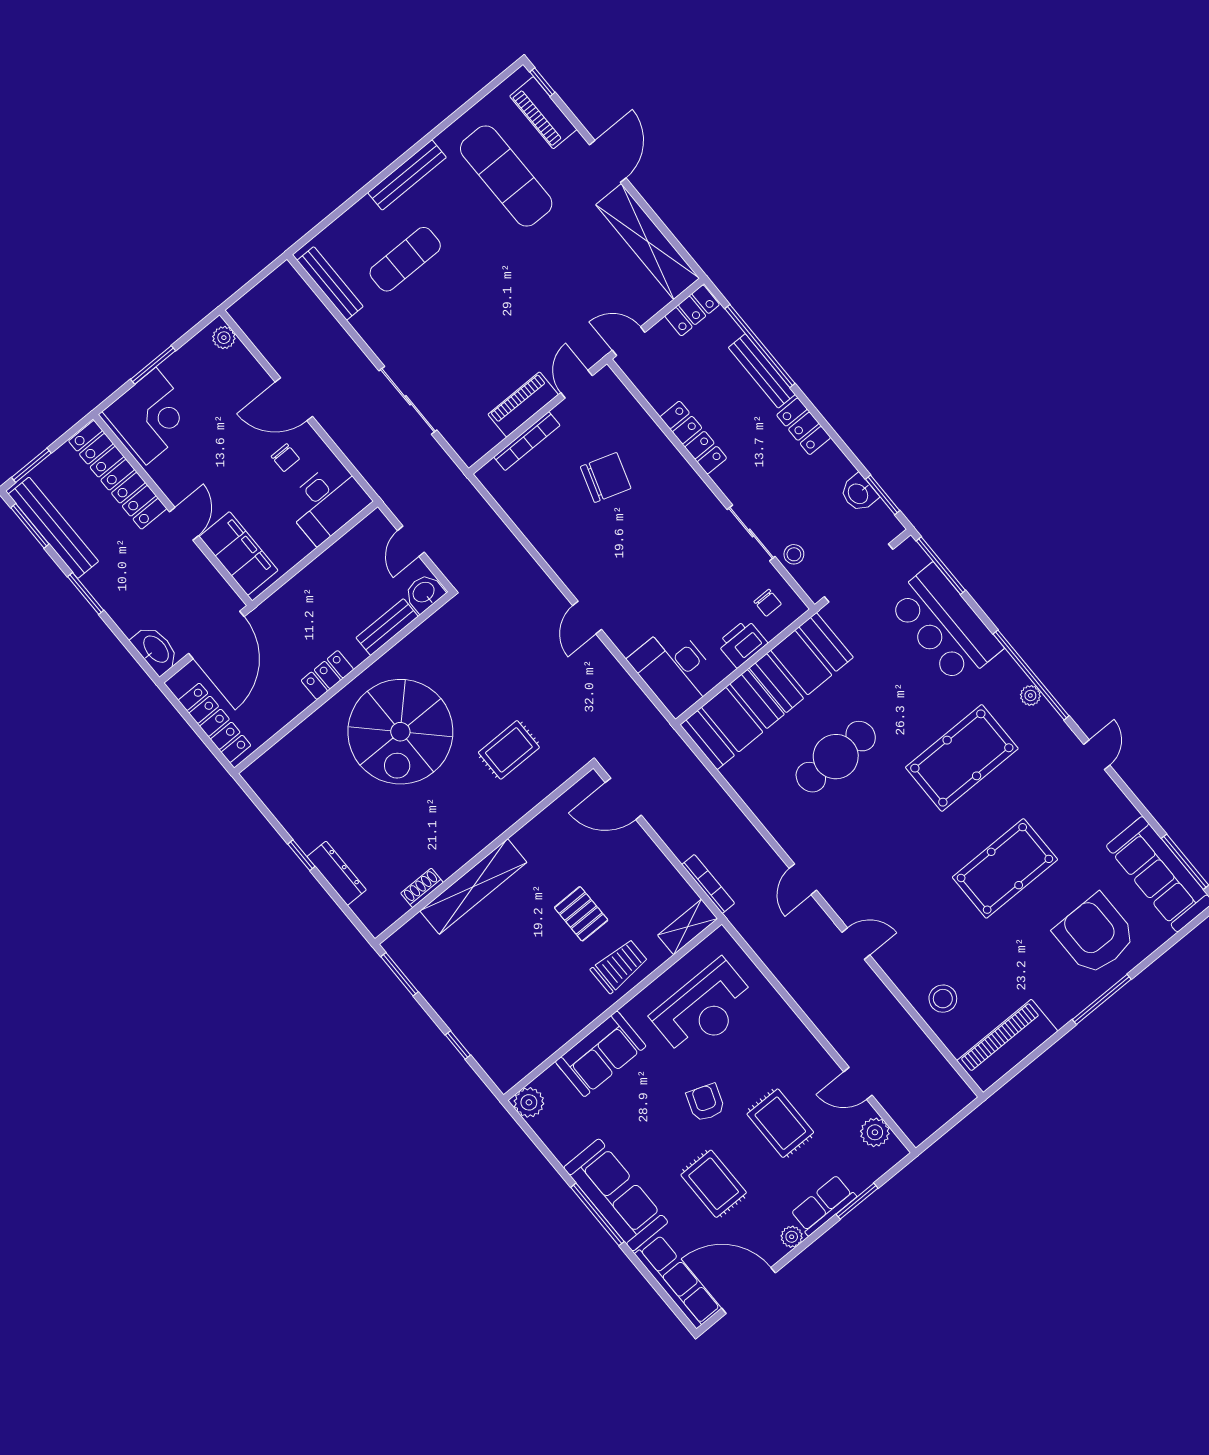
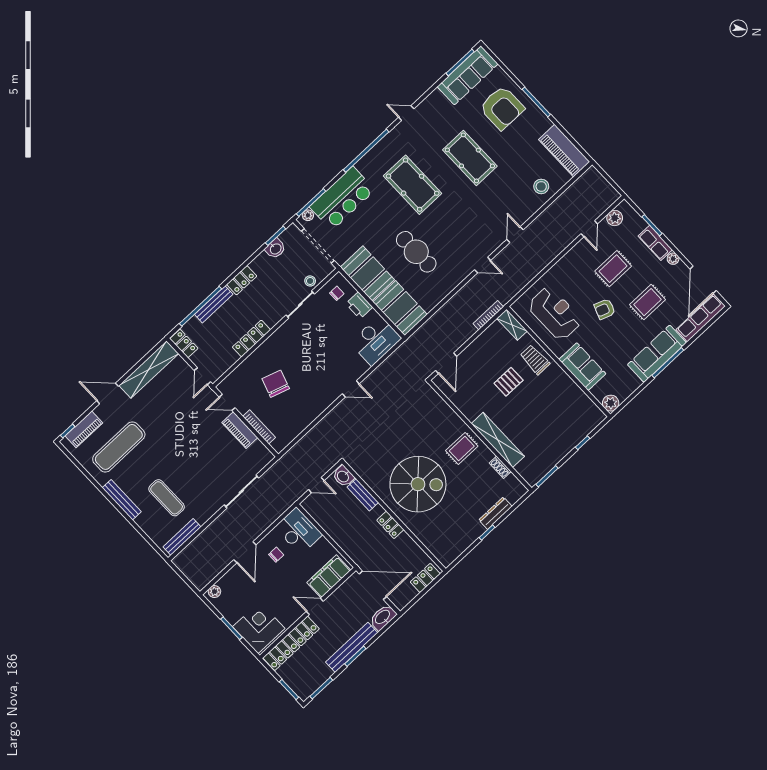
bench: (53, 528) -> (352, 647), moved
plant: (1030, 695) -> (308, 215), moved
locker: (215, 723) -> (425, 578), width x0.66
rug: (509, 750) -> (462, 448), moved, turned 90
armchair: (1095, 935) -> (502, 108), turned -90

